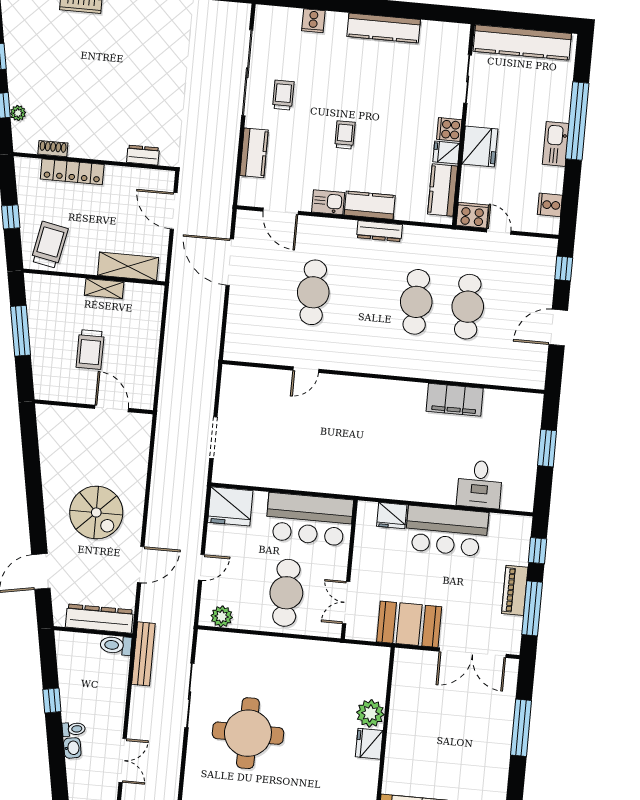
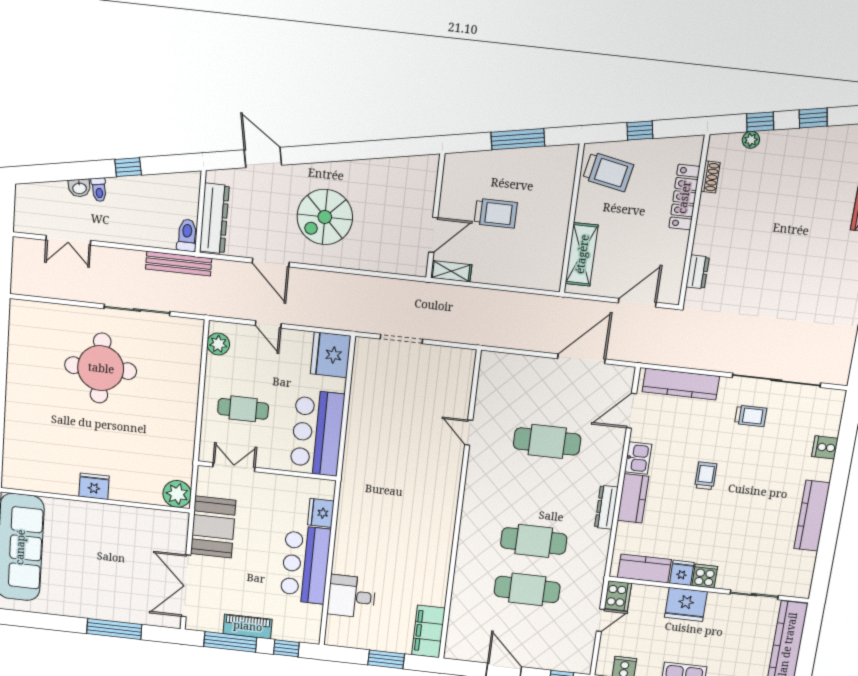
trolley: (345, 135) -> (706, 476), turned -90
kitchen counter: (254, 153) -> (681, 384), width x1.50
shelving: (104, 289) -> (451, 271), moved, turned 90
trolley: (90, 350) -> (496, 213), turned 180
filing cabinet: (455, 400) -> (428, 631), moved
cafe table: (286, 593) -> (243, 409), width x0.73, depth x0.74
plant: (370, 713) -> (177, 494), moved

